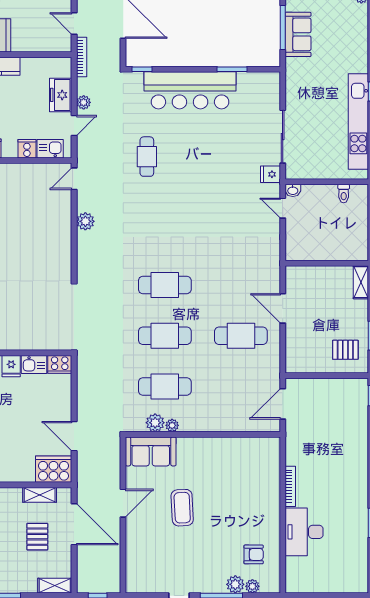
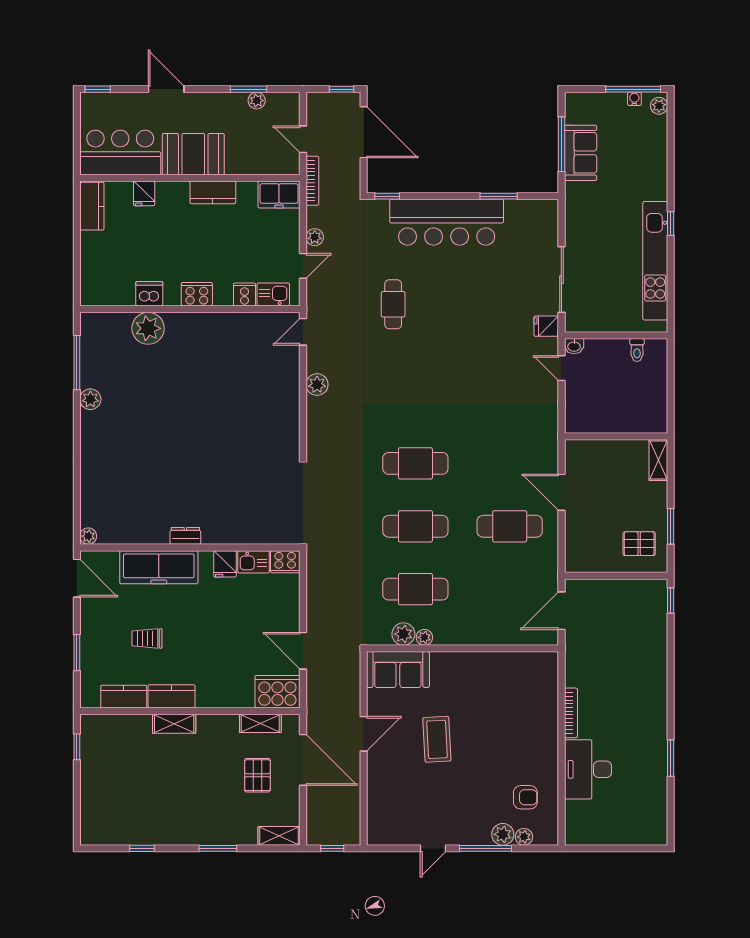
freezer: (61, 95) -> (279, 195), moved, turned -90

